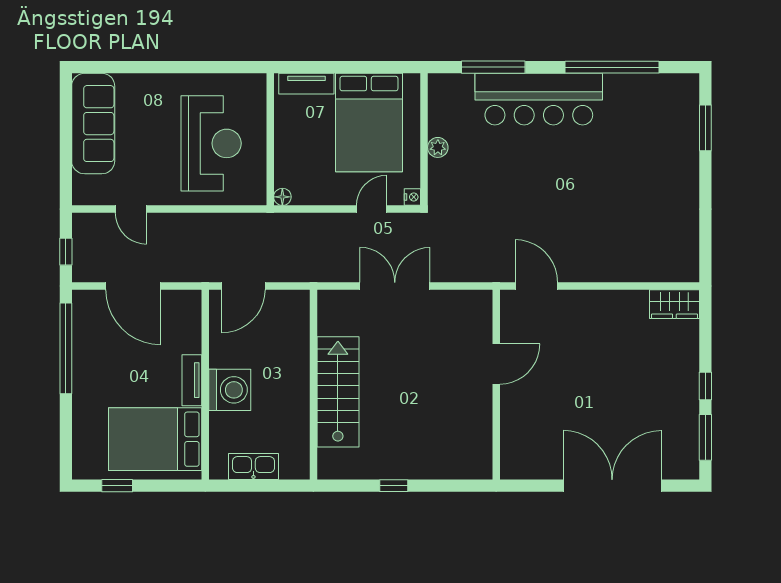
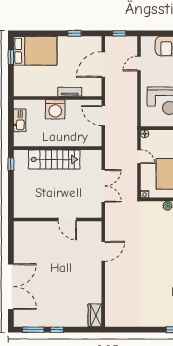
door: (372, 209) -> (139, 157), moved
window: (66, 348) -> (74, 33), width x0.32
door: (496, 364) -> (67, 219), moved
tv unit: (192, 380) -> (70, 92), moved
wall: (496, 385) -> (58, 219), moved
bed: (155, 439) -> (35, 51), moved, turned 90
window: (394, 486) -> (11, 164), moved

